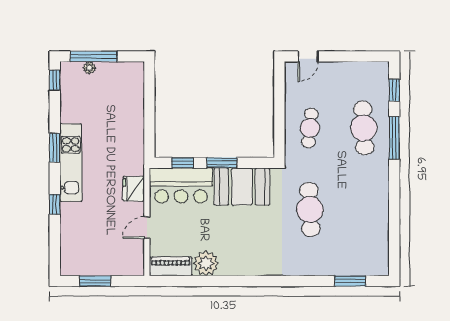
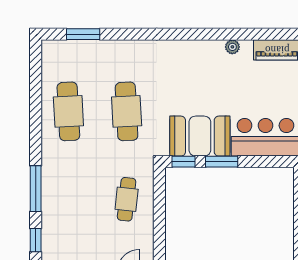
cafe table: (364, 128) -> (68, 111), moved
window: (182, 163) -> (183, 162), moved
plant: (206, 263) -> (232, 47), width x0.53, depth x0.53

